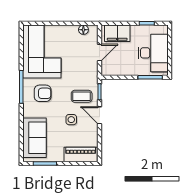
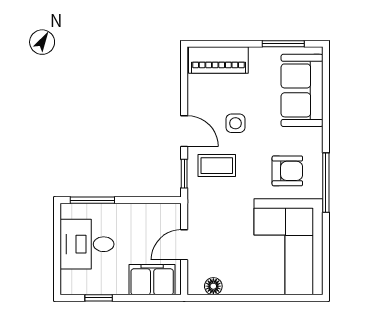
desk: (153, 53) -> (87, 244), width x0.73
armchair: (43, 93) -> (287, 171), turned 180

